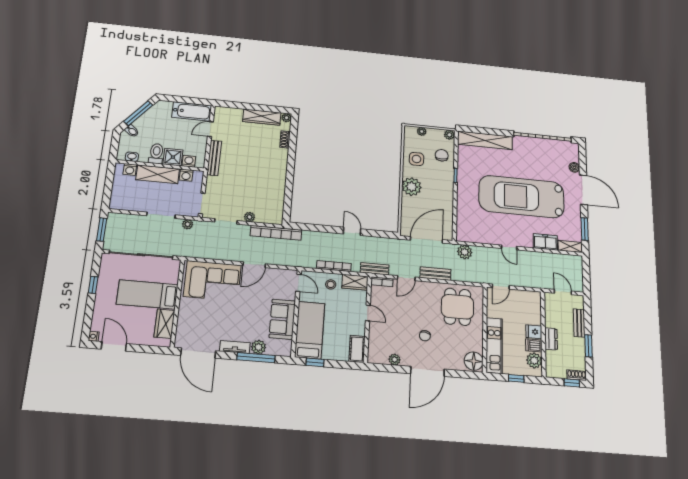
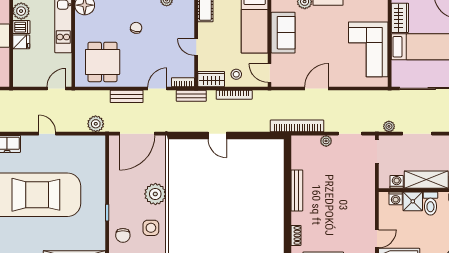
bench: (214, 158) -> (297, 190), moved
corner sofa: (212, 281) -> (368, 49), moved, turned -90

